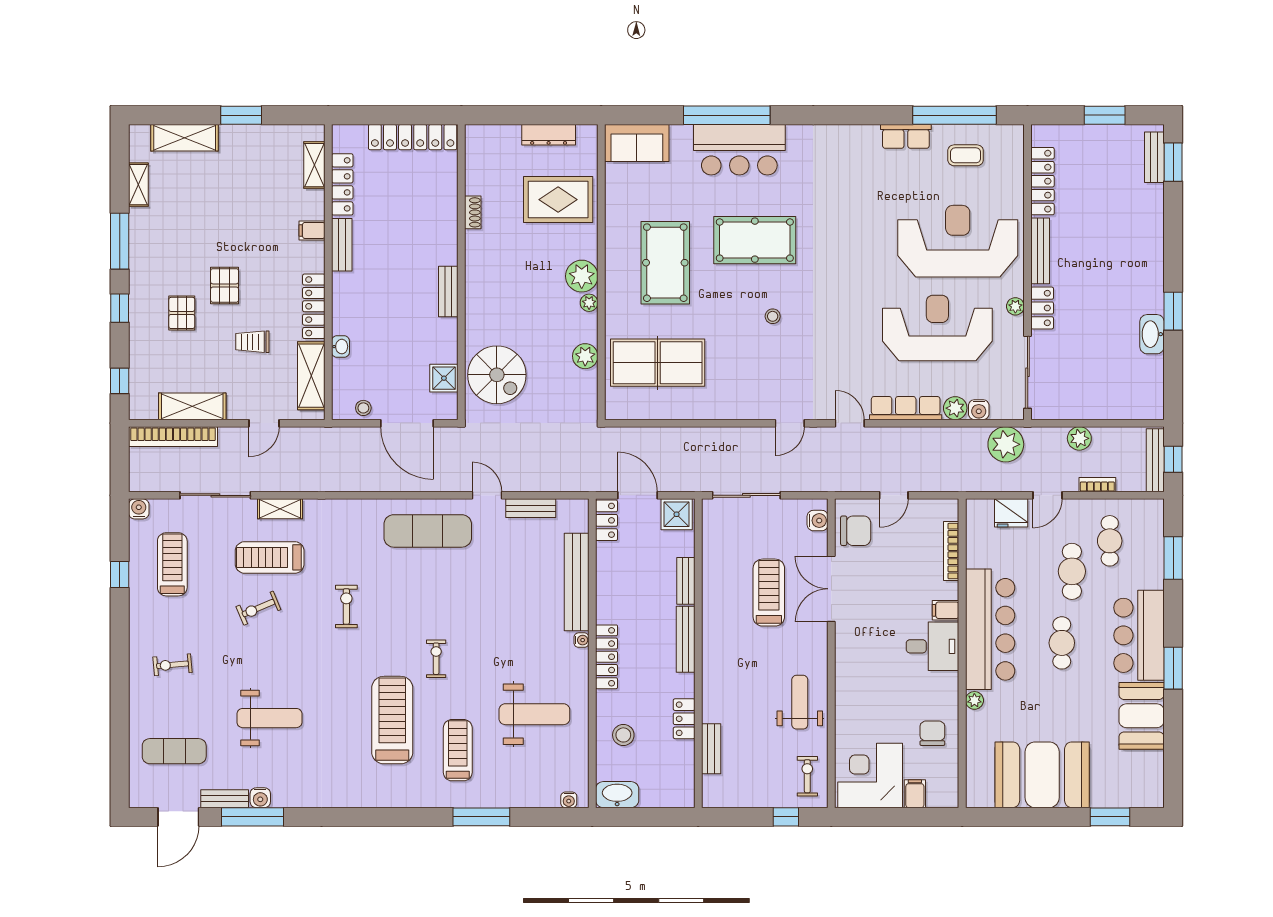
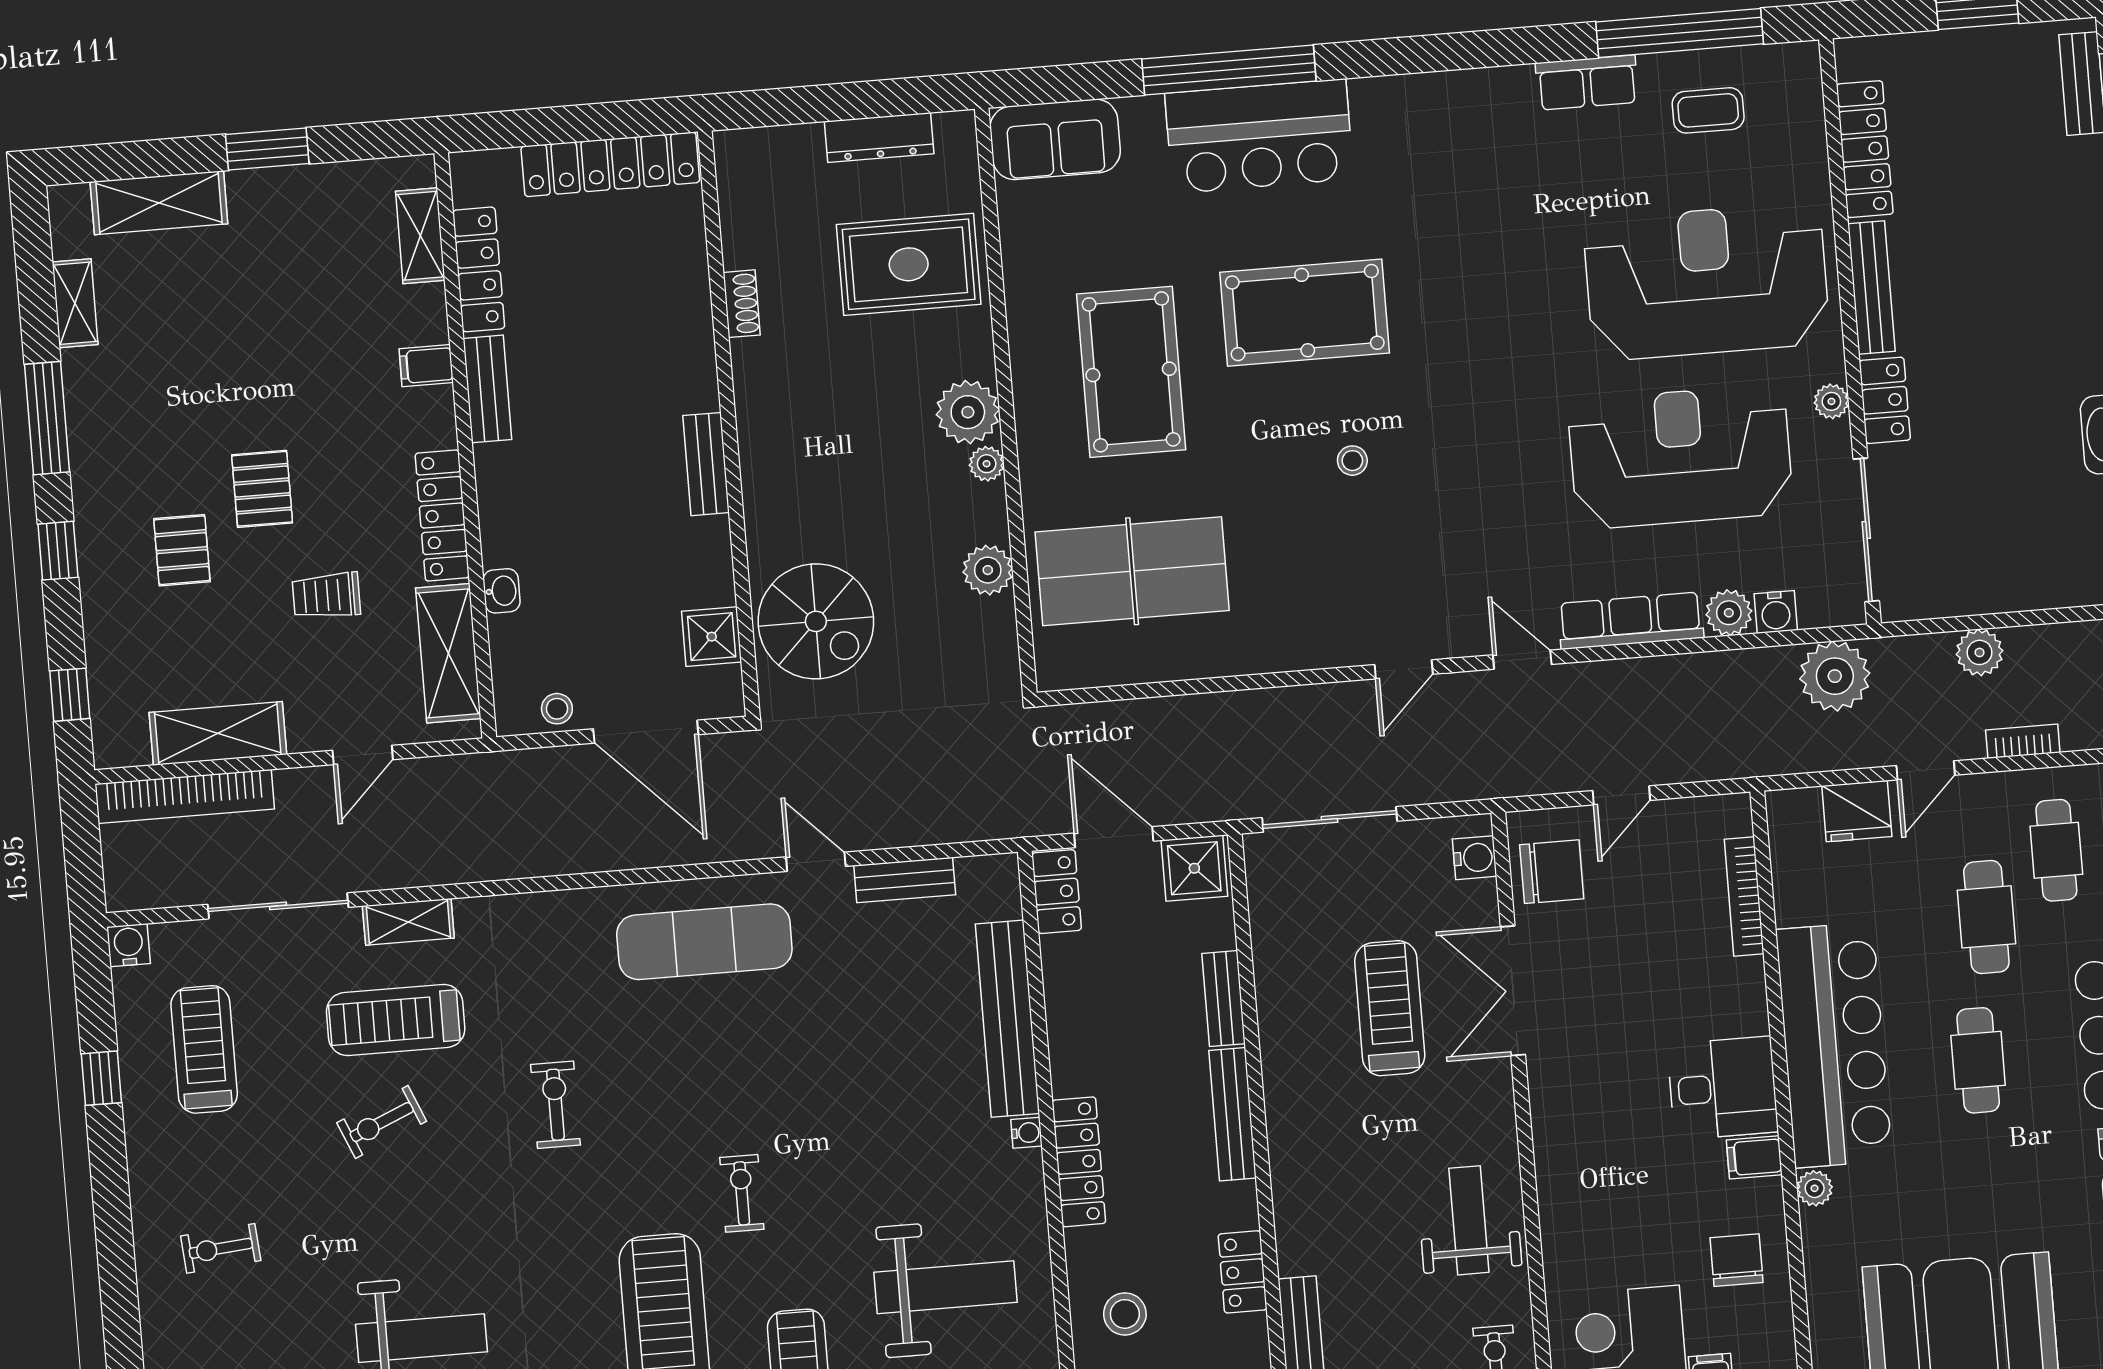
filing cabinet: (946, 610) -> (1754, 1157), moved

